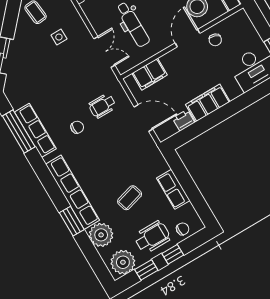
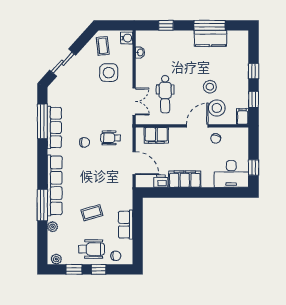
side table: (59, 37) -> (109, 73), width x1.87, depth x1.87
window: (72, 221) -> (42, 205), width x1.44
plant: (101, 235) -> (53, 227), width x0.53, depth x0.53
plant: (123, 262) -> (56, 259), width x0.53, depth x0.53

